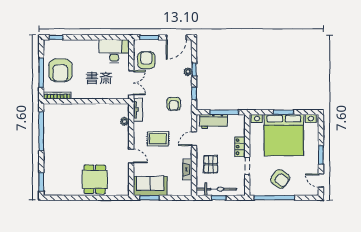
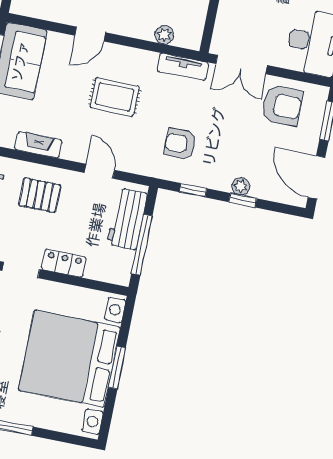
rug: (158, 139) -> (115, 97), turned 90

